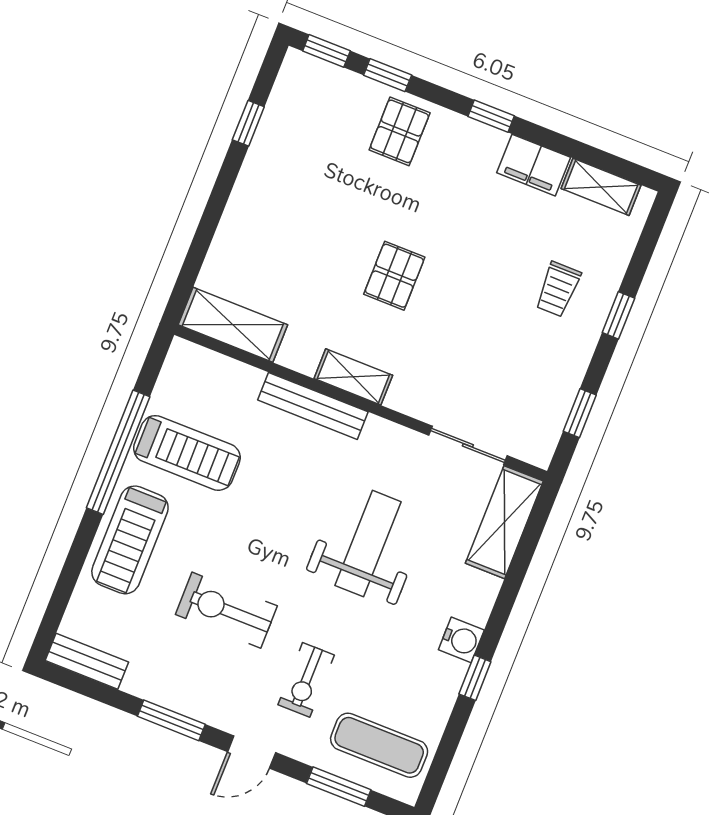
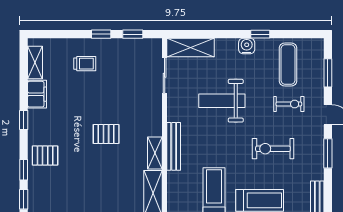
window: (618, 315) -> (101, 34), moved
shelving: (353, 377) -> (155, 153), moved
exercise bike: (226, 610) -> (273, 149), turned 90
exercise mat: (379, 745) -> (288, 65), moved

